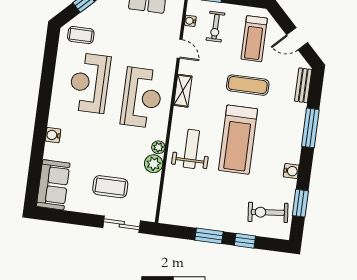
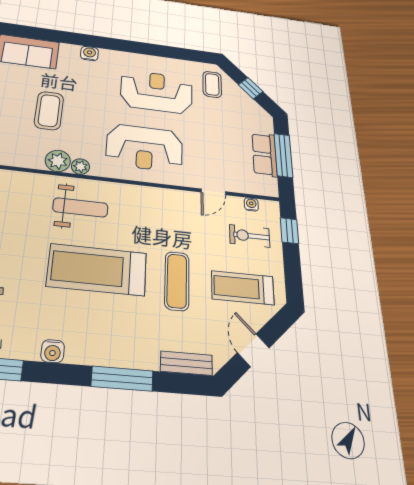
shelving: (183, 91) -> (159, 196), removed
coffee table: (110, 187) -> (49, 111), moved

